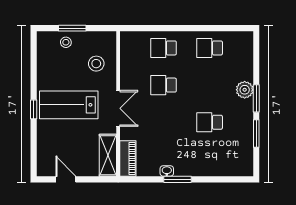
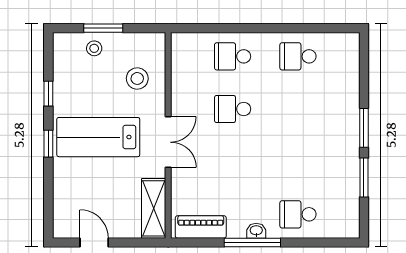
window: (34, 74) -> (48, 94), added
plant: (245, 90) -> (348, 116), removed
school desk: (210, 122) -> (298, 214), moved
piano: (128, 158) -> (201, 227), moved, turned -90
washbasin: (167, 171) -> (256, 231), moved
window: (178, 179) -> (252, 243), width x1.44

